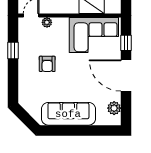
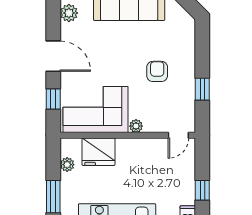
plant: (47, 22) -> (136, 126), moved
door: (126, 75) -> (53, 56), width x0.73

